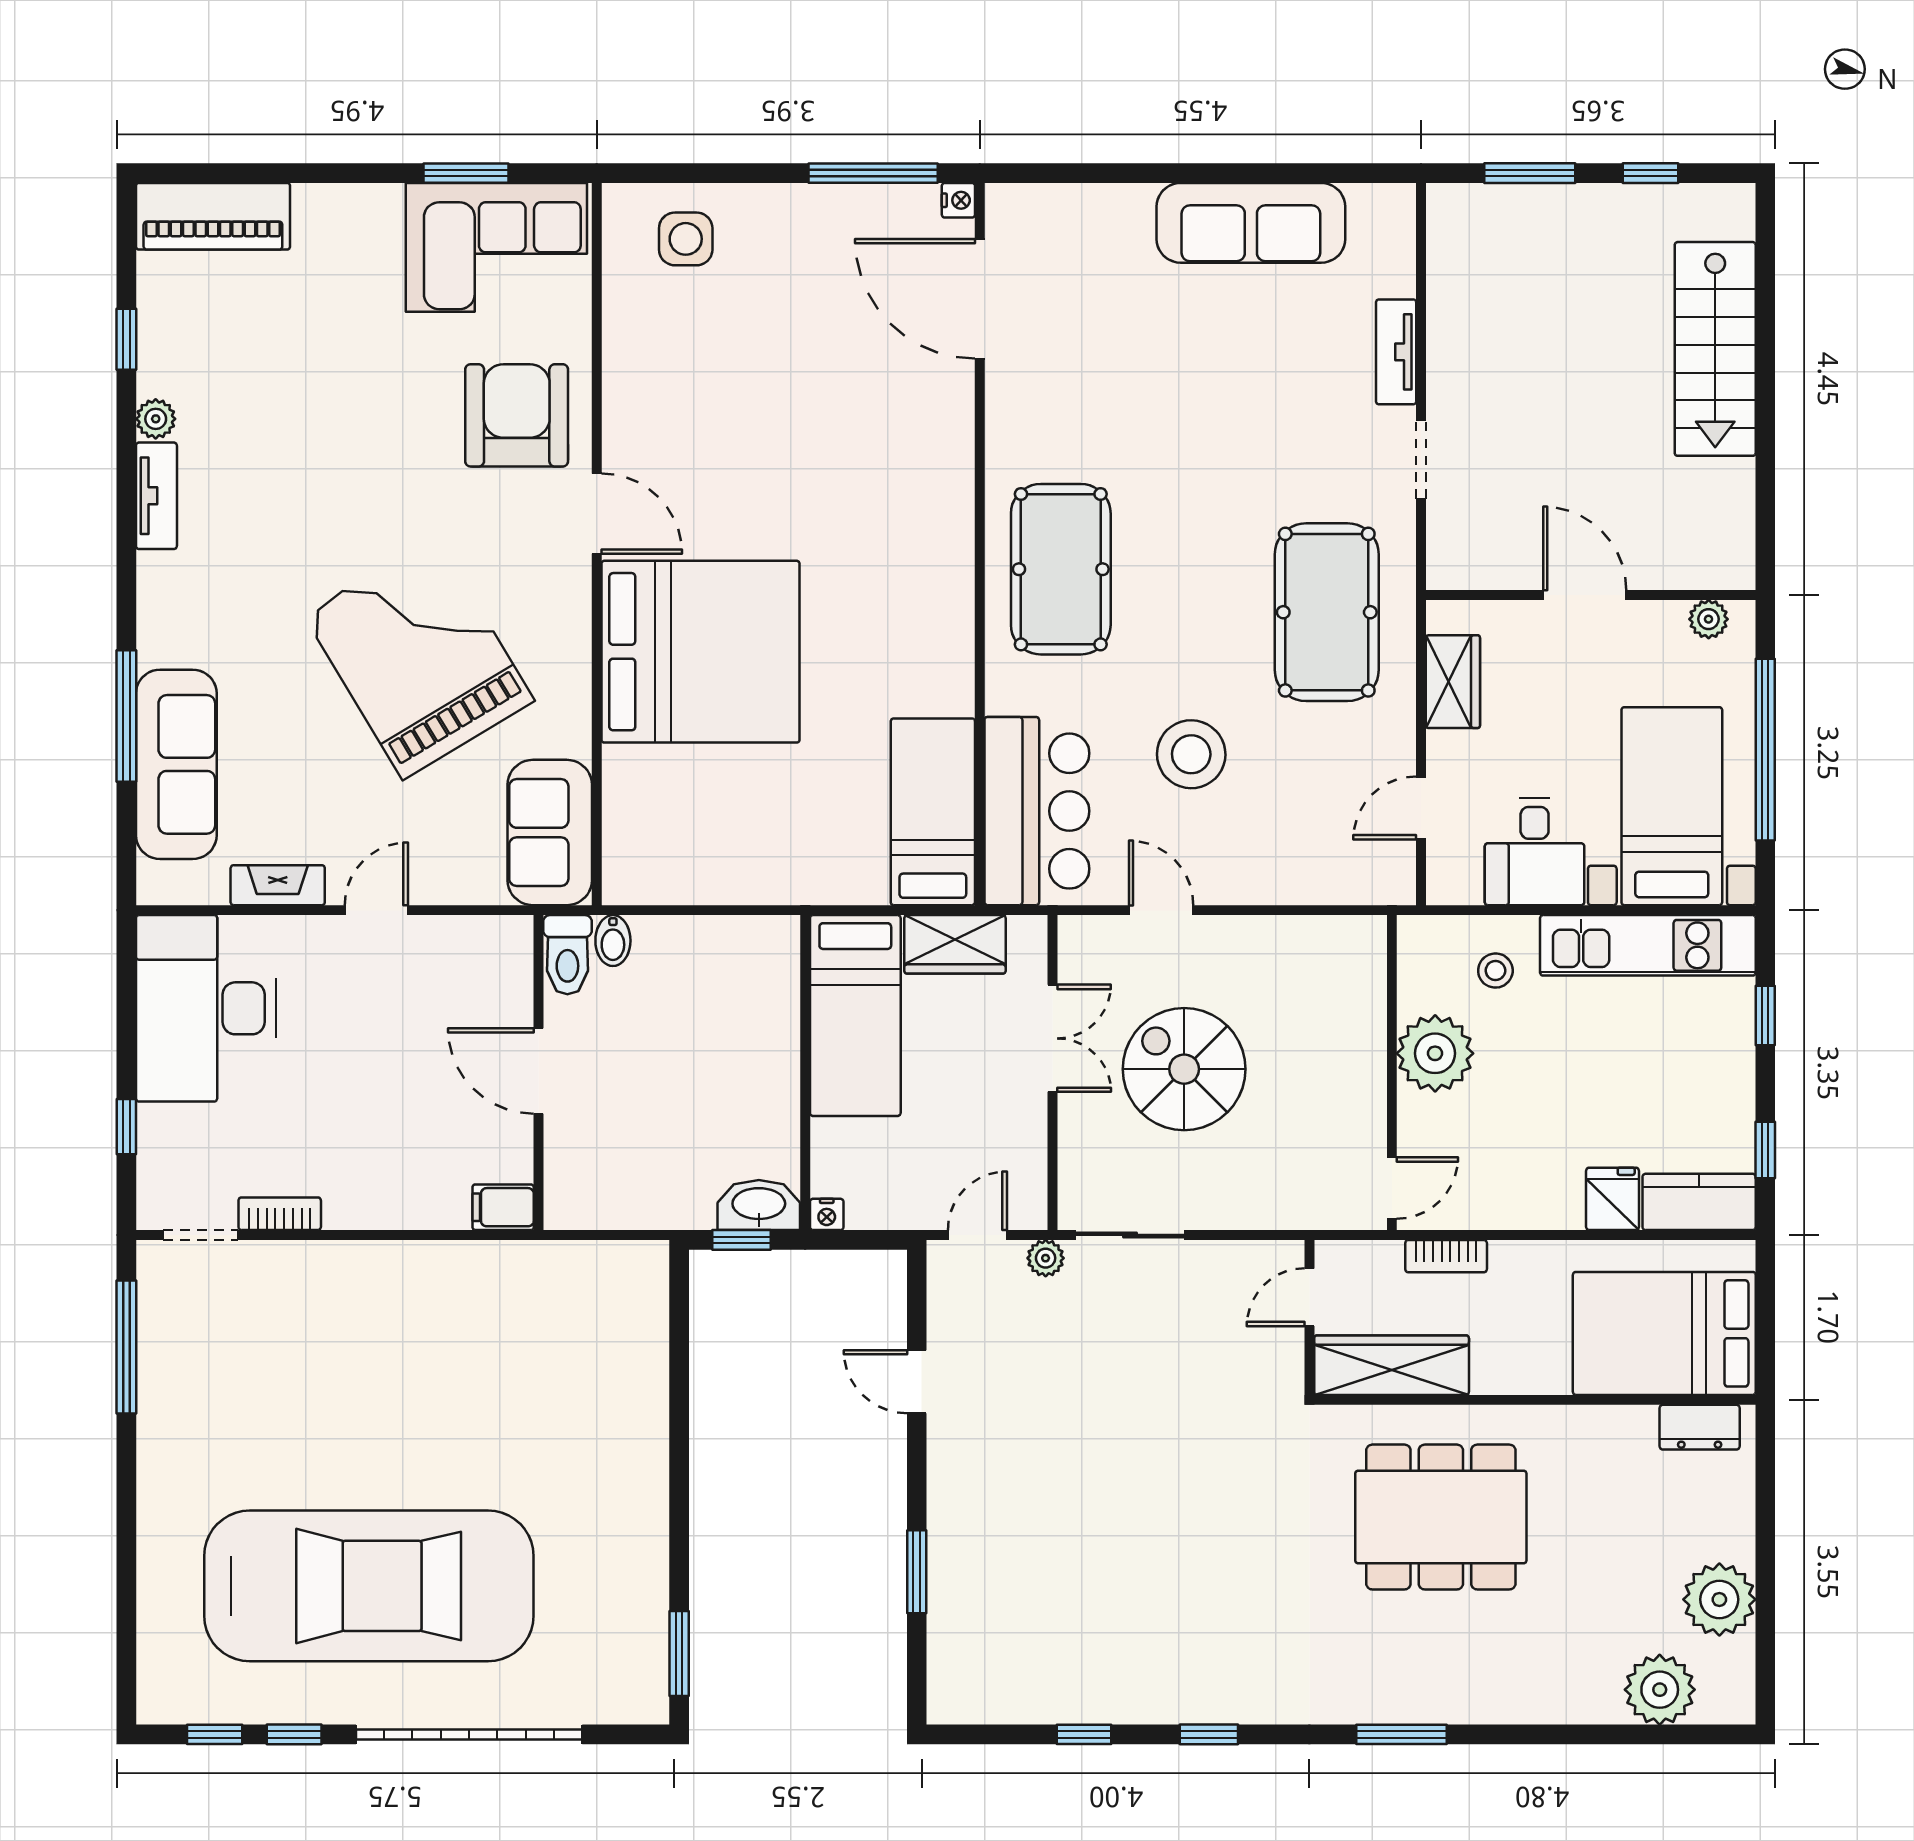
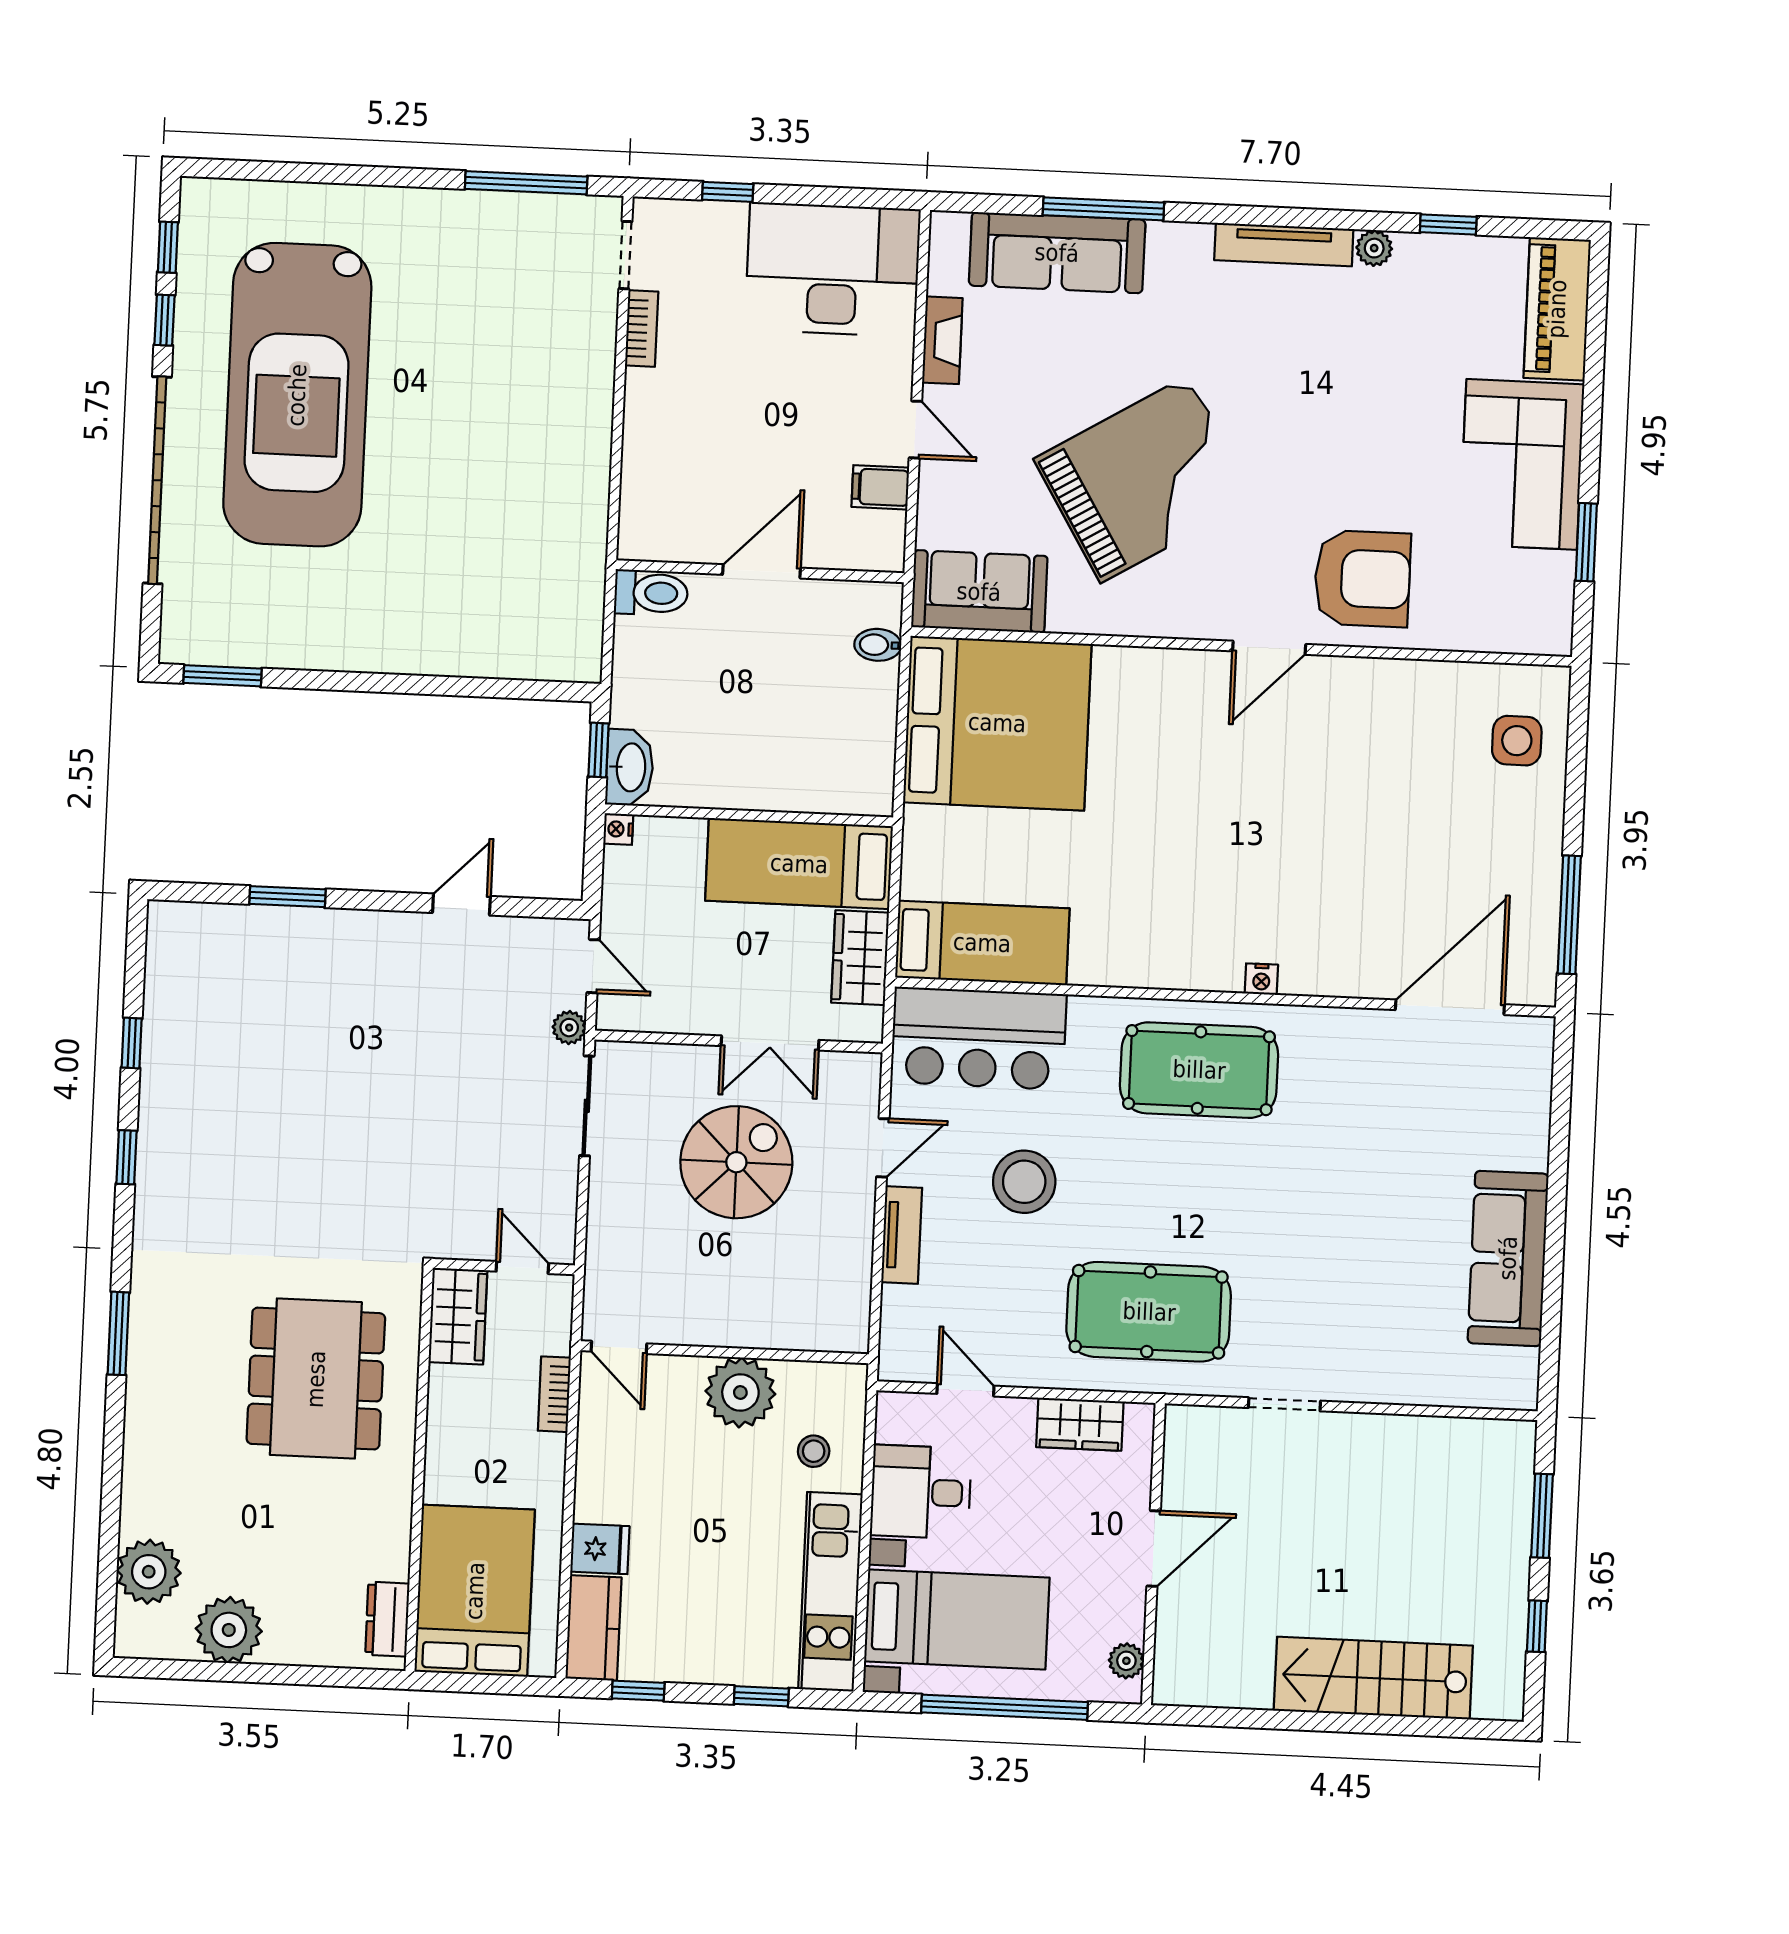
nightstand: (958, 200) -> (1261, 979), moved
corner sofa: (496, 247) -> (1522, 464), moved
tv unit: (1396, 352) -> (902, 1235), moved, turned 90
tv unit: (156, 496) -> (1284, 245), width x1.41
bed: (700, 652) -> (997, 723), moved, turned -90
toilet: (567, 955) -> (651, 593), moved, turned 180
filing cabinet: (503, 1207) -> (880, 487), moved, turned -90
wardrobe: (1392, 1365) -> (458, 1316), width x0.67

